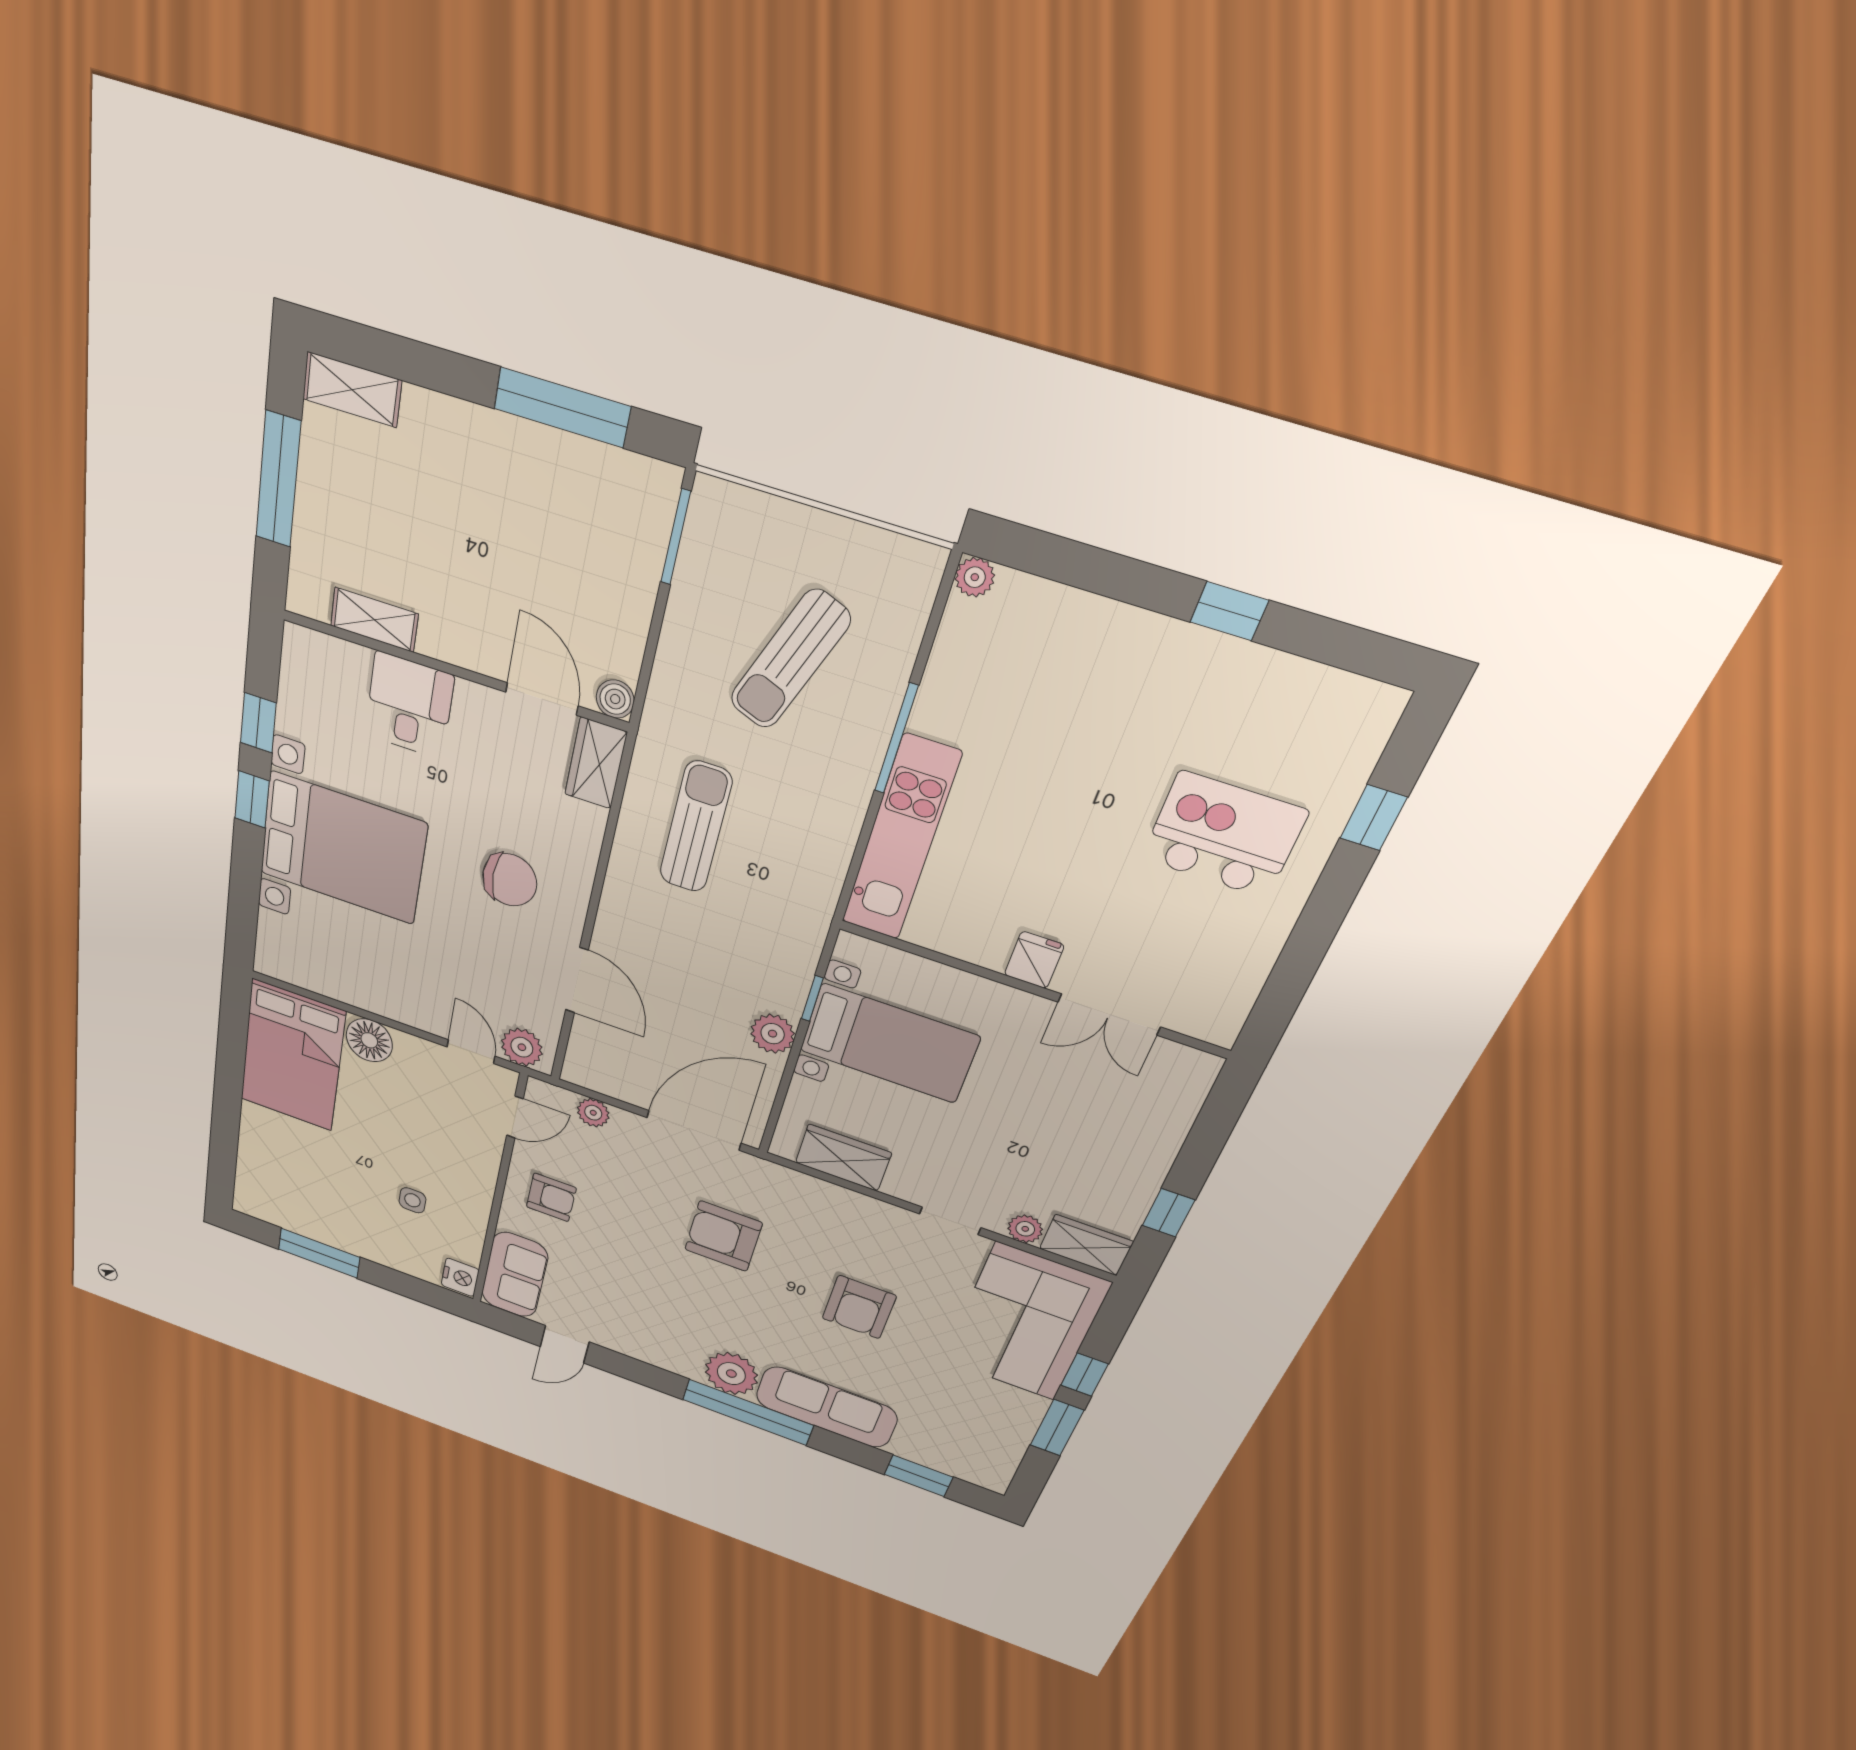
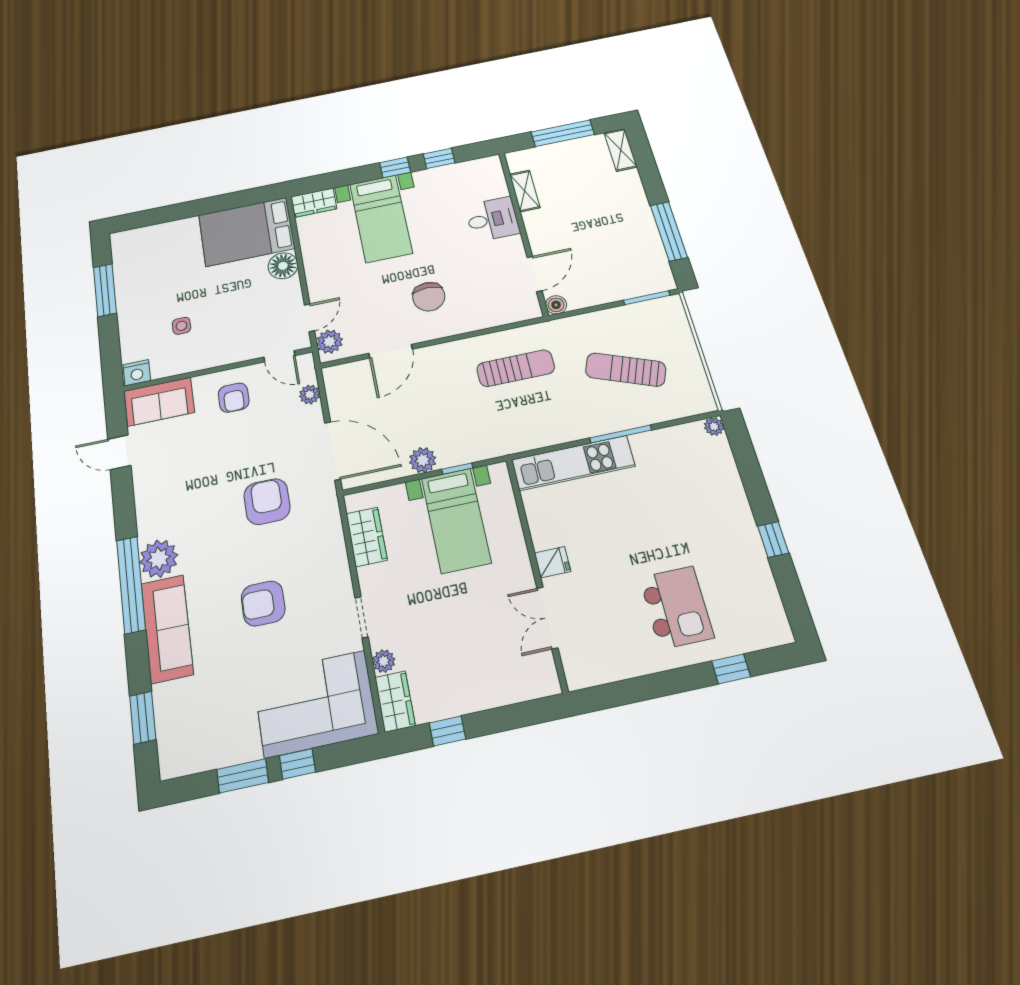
wardrobe: (596, 763) -> (314, 203), moved, turned 180
bed with nightstands: (343, 848) -> (381, 218), width x0.73

